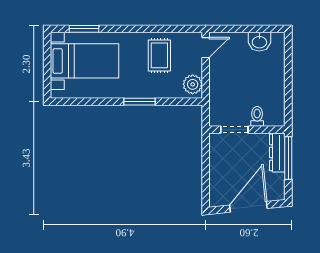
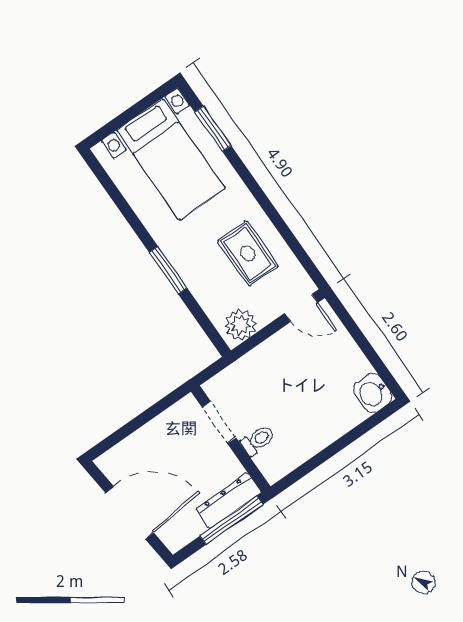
washbasin: (259, 42) -> (373, 393), moved
rug: (159, 55) -> (248, 253), turned 90

